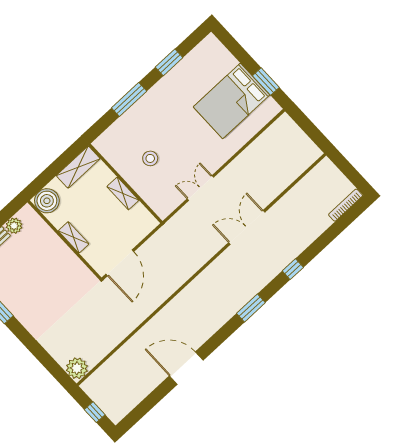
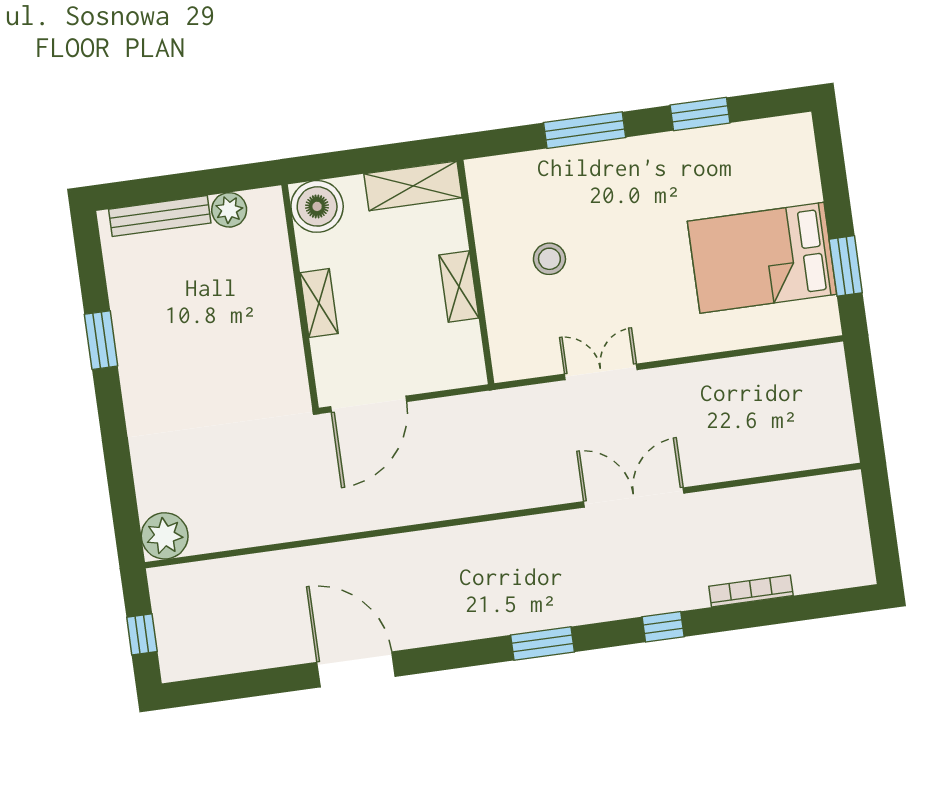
bookcase: (346, 205) -> (751, 591), moved

